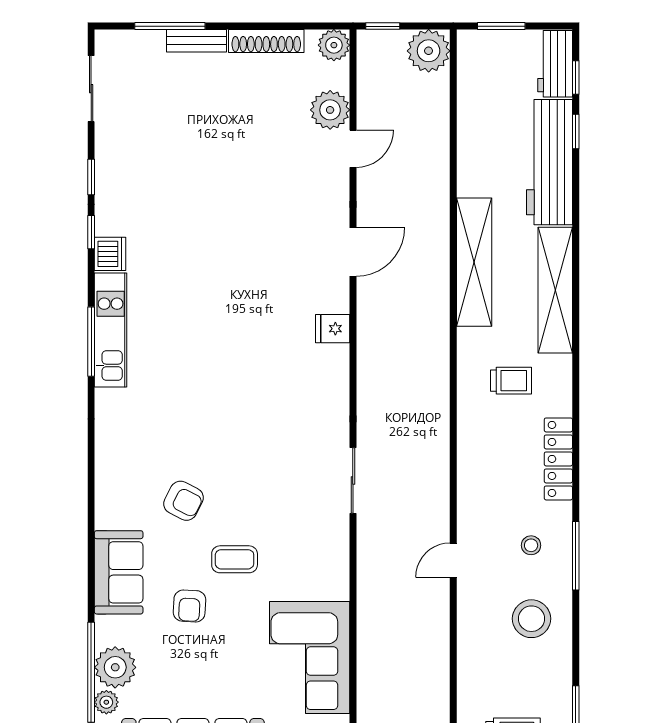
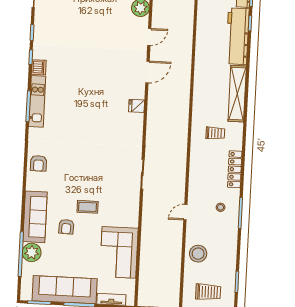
door: (353, 149) -> (149, 37), moved
shelving: (474, 262) -> (201, 79), removed
armchair: (183, 501) -> (38, 163), moved, turned 63
sofa: (119, 572) -> (35, 217), width x1.36
stool: (531, 619) -> (198, 254), moved
plant: (106, 702) -> (27, 268), removed

